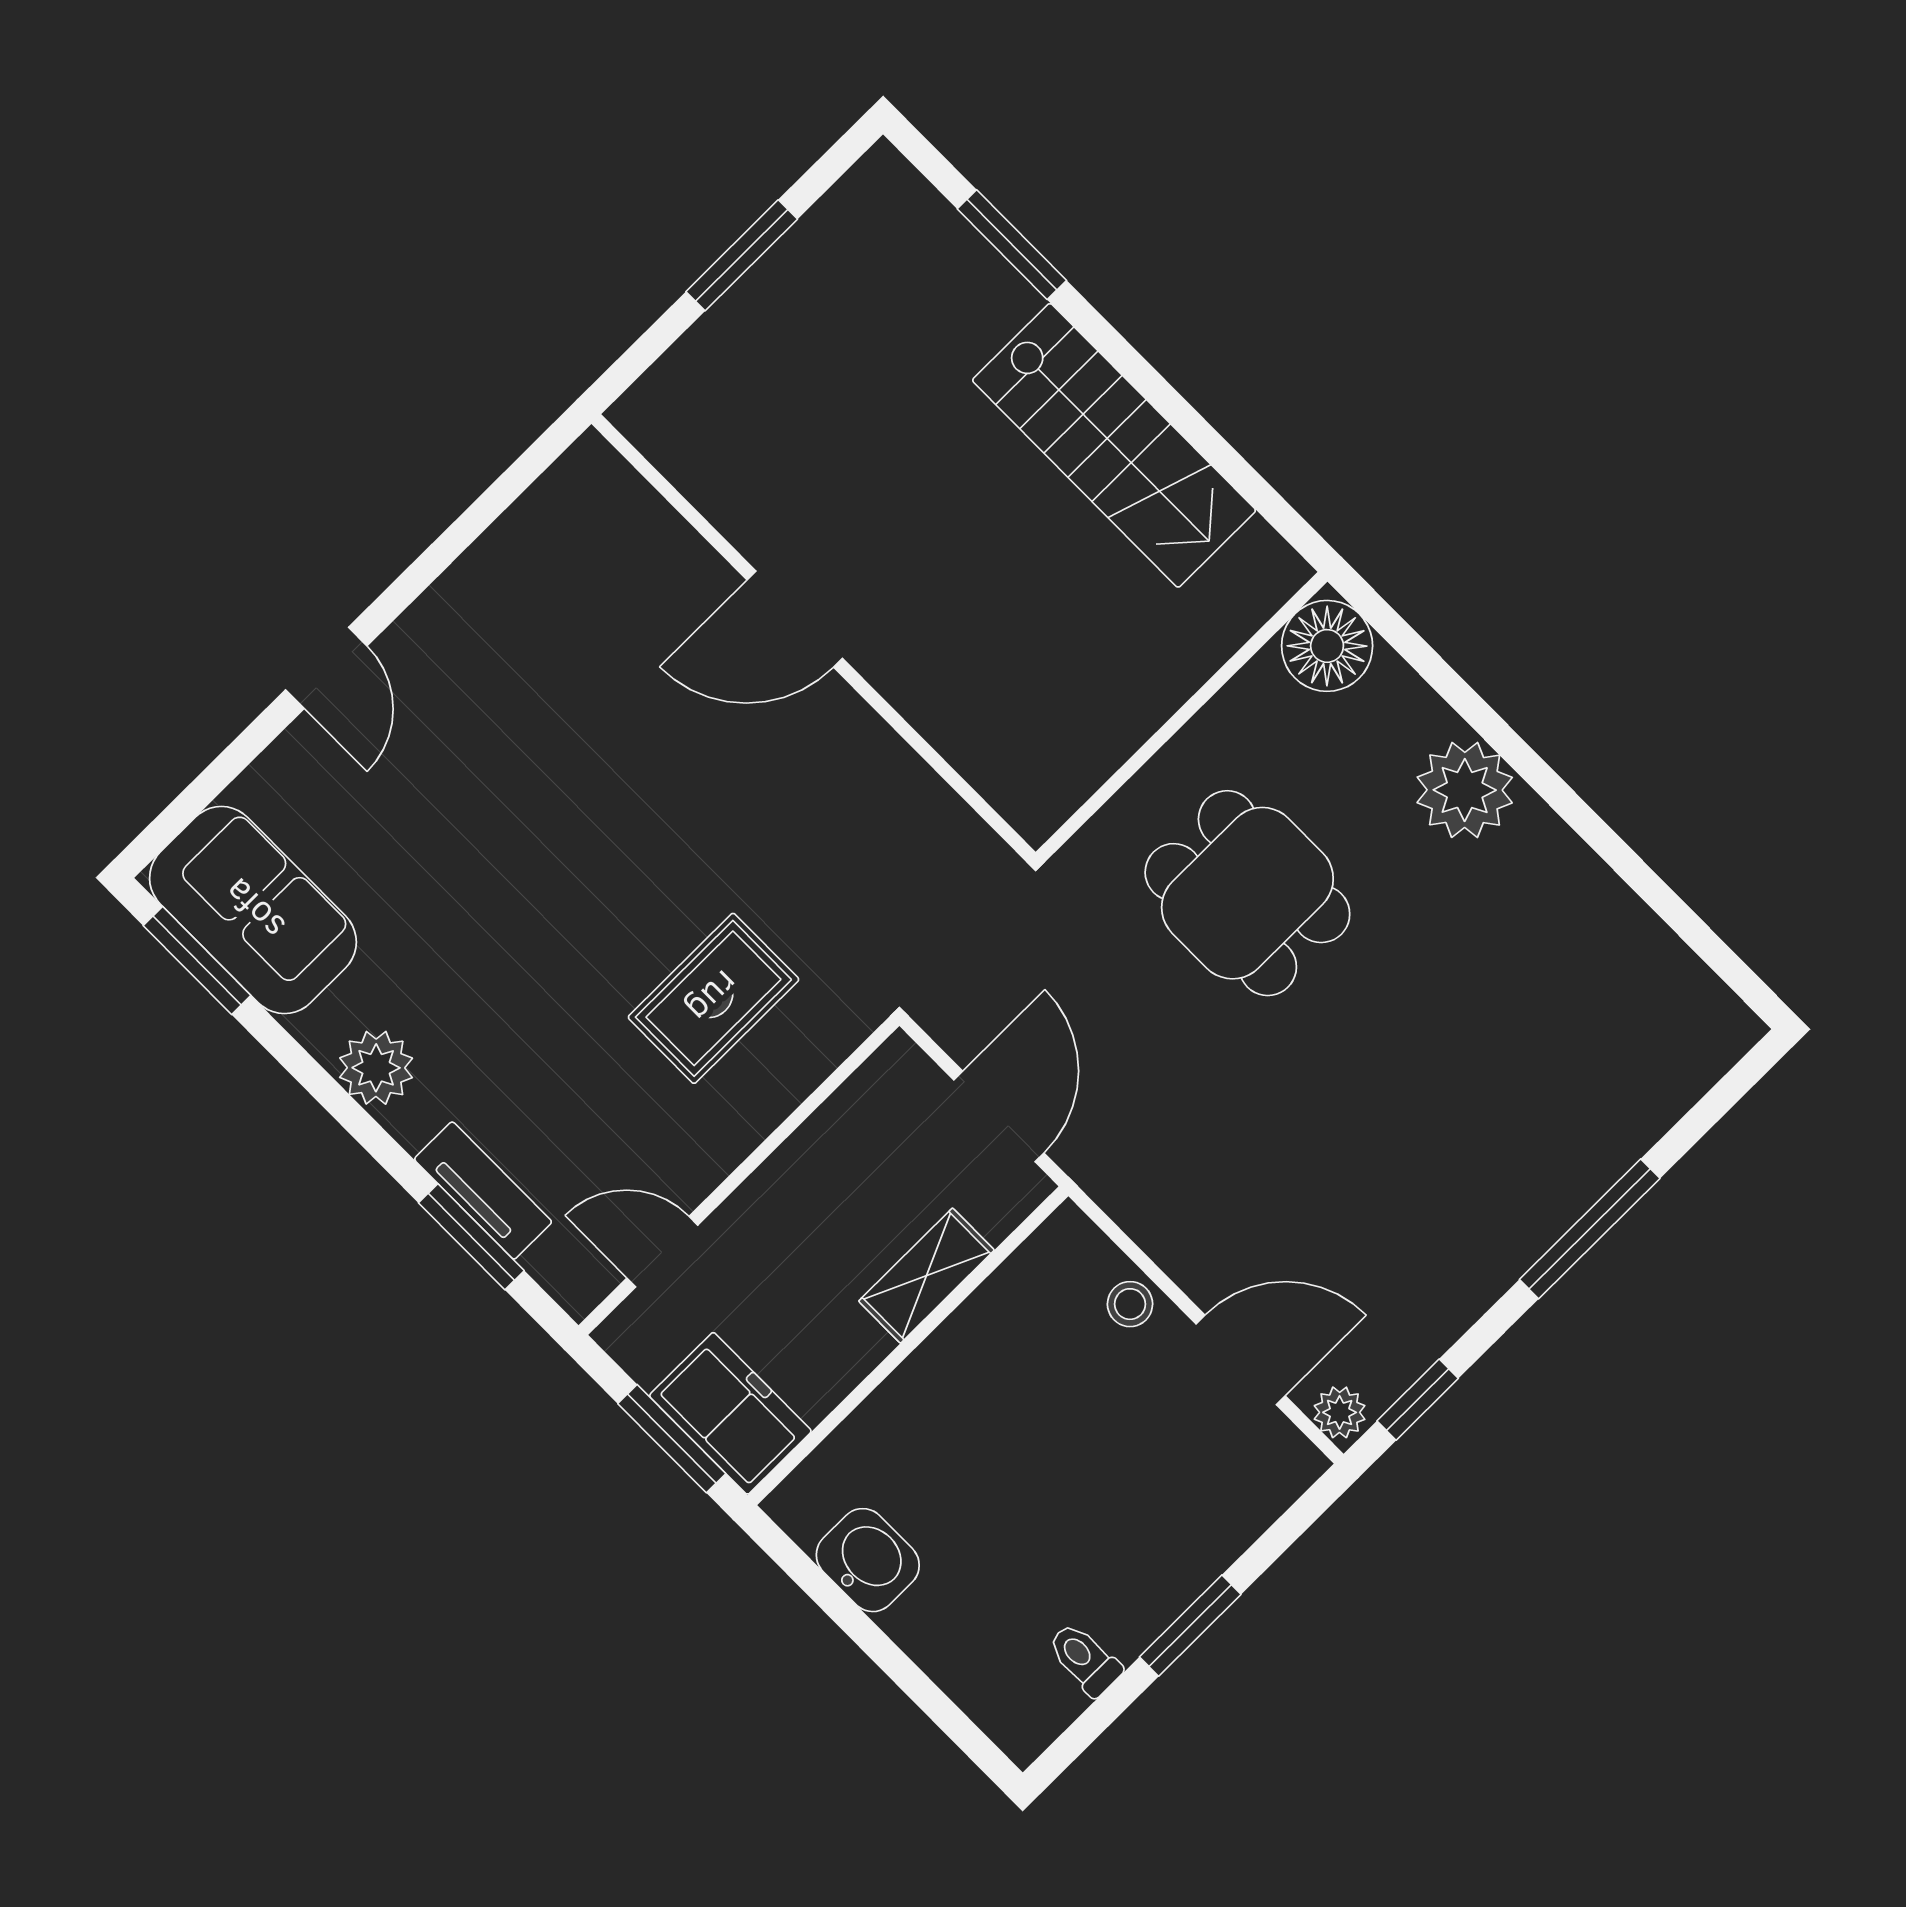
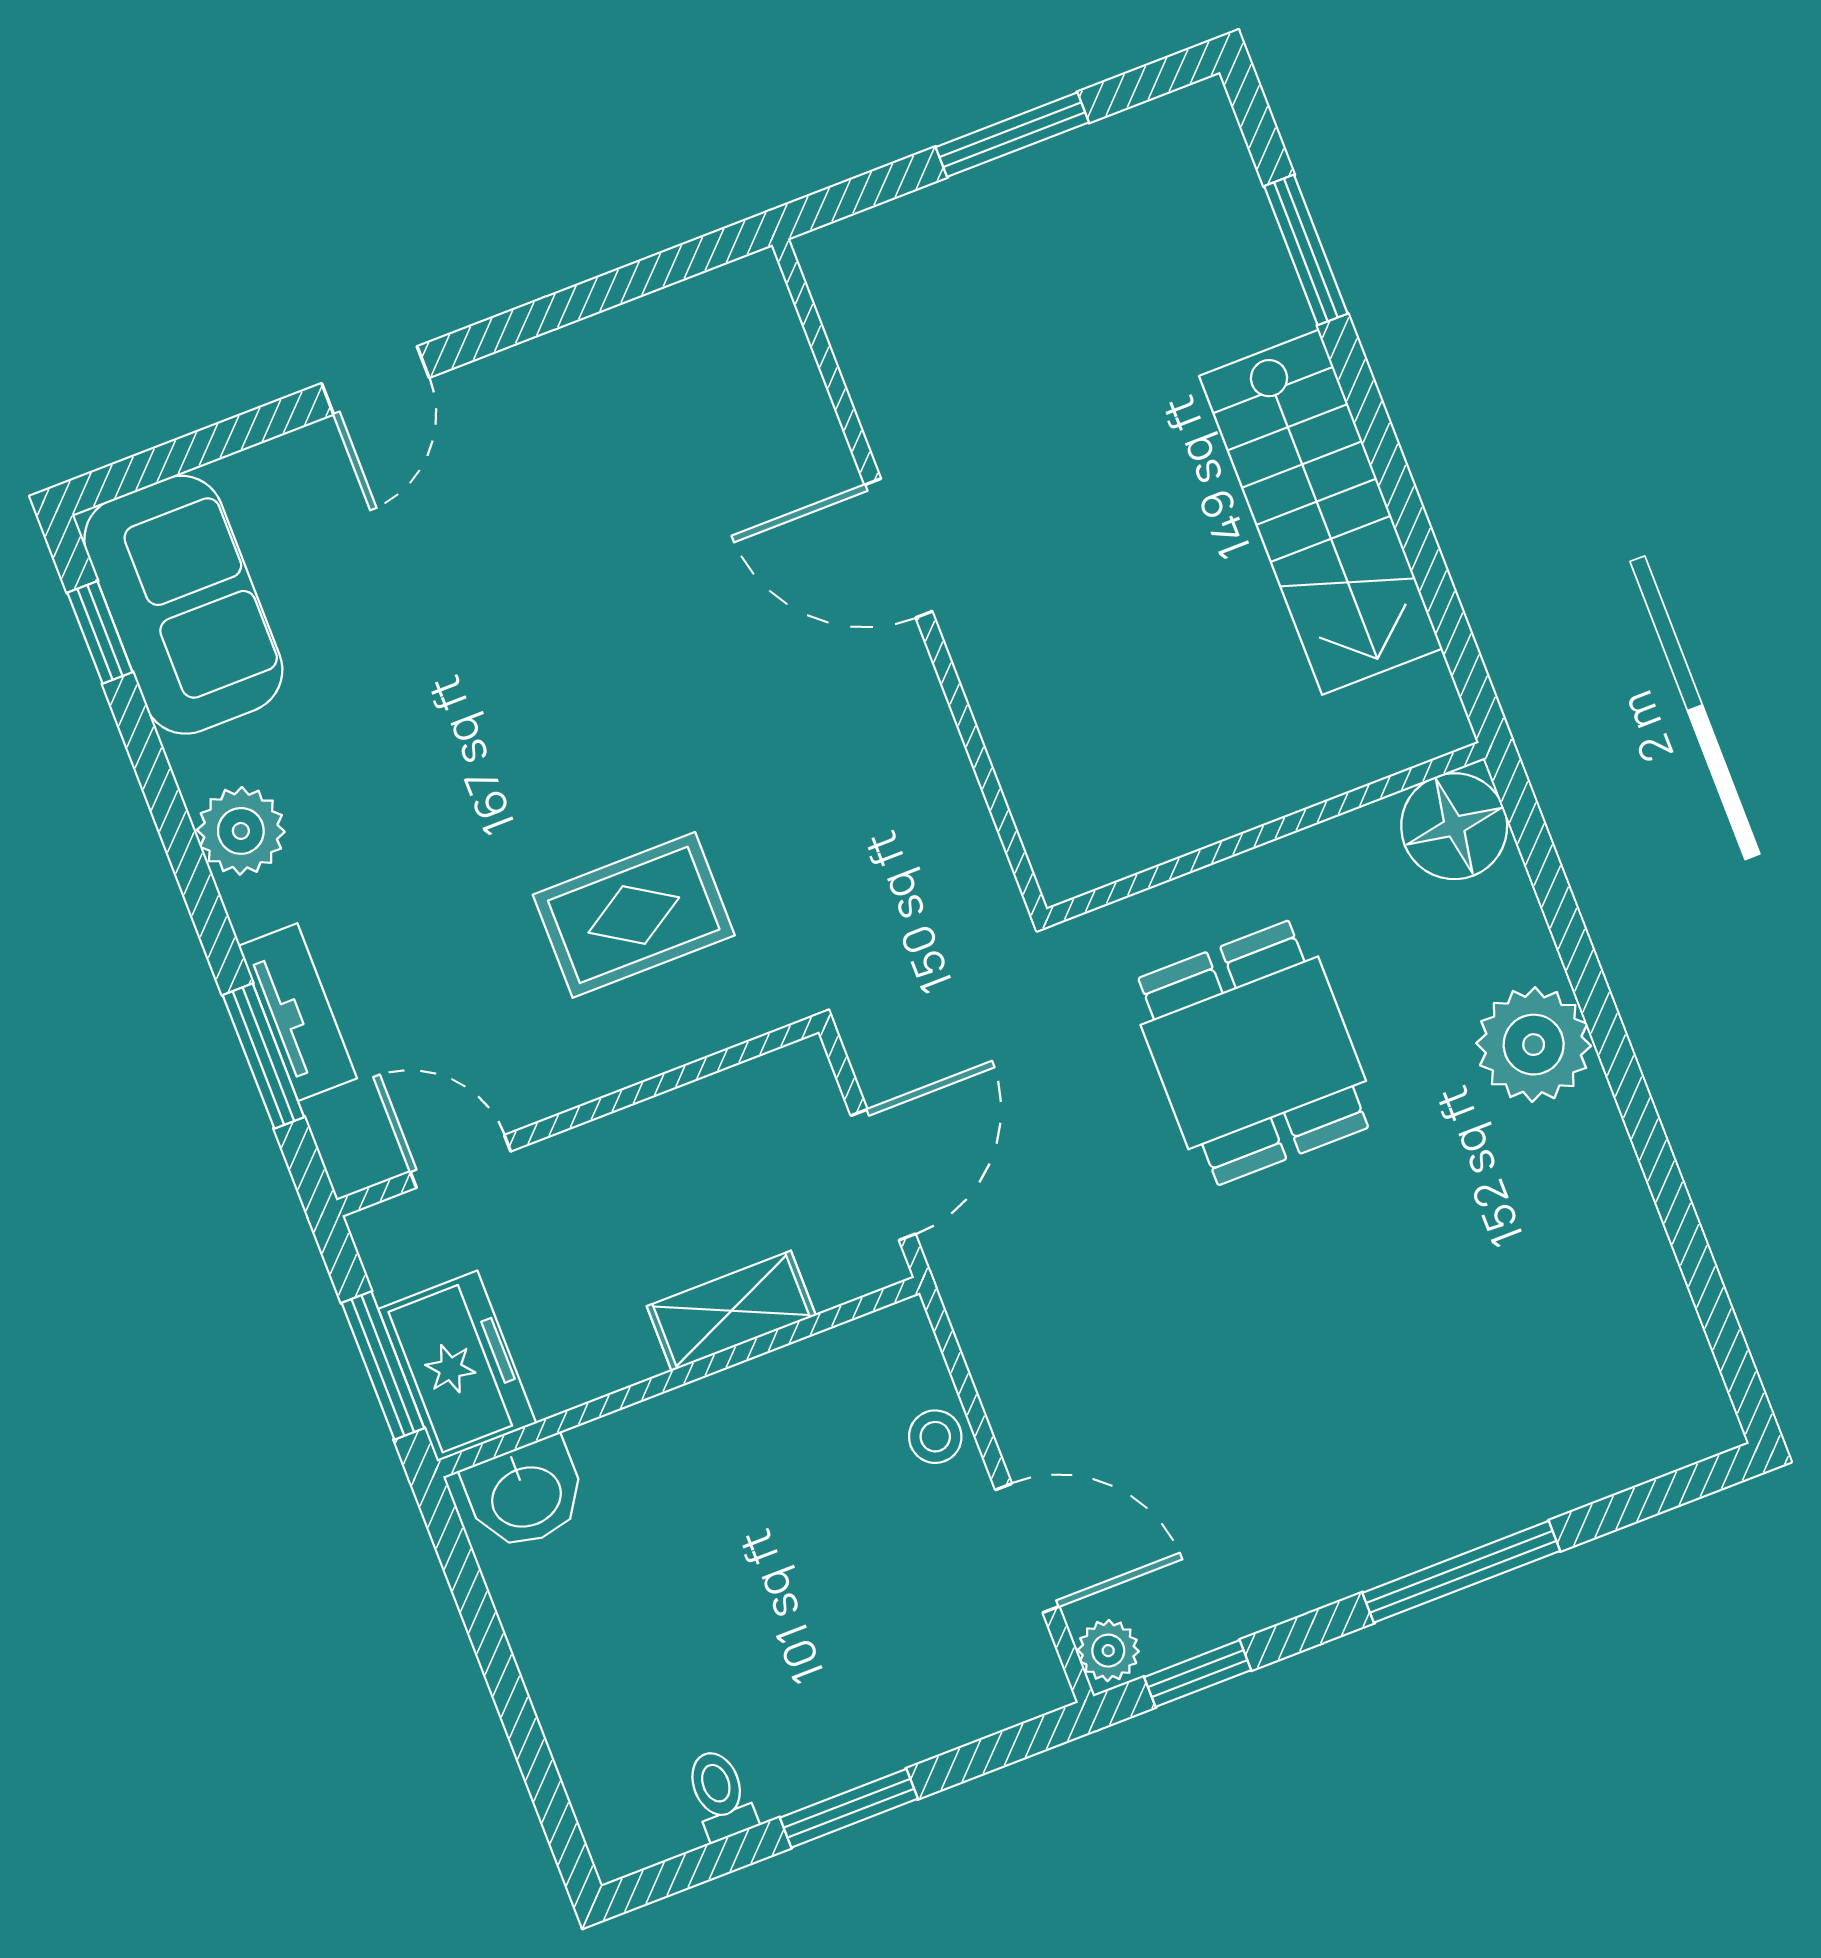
window: (197, 961) -> (100, 632), width x0.67
washbasin: (868, 1560) -> (525, 1494), moved, turned 90

